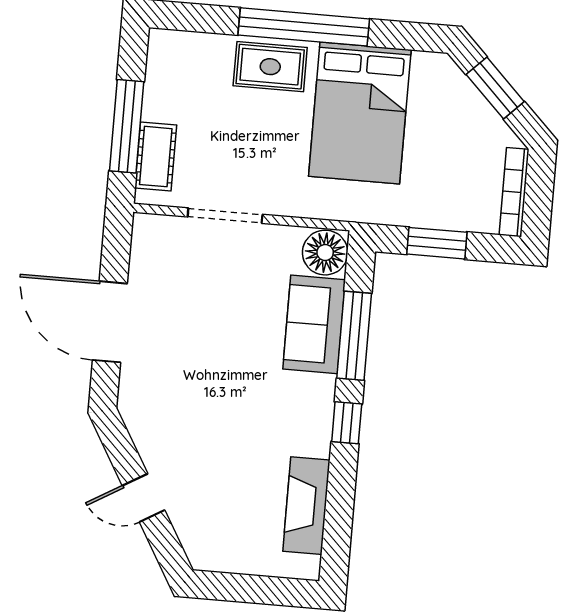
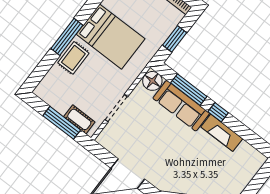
window: (304, 27) -> (67, 37), width x0.68
sofa: (314, 324) -> (181, 106), width x1.36
fireplace: (306, 506) -> (222, 133), moved

